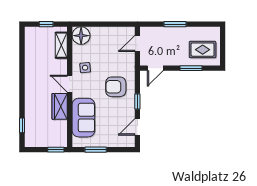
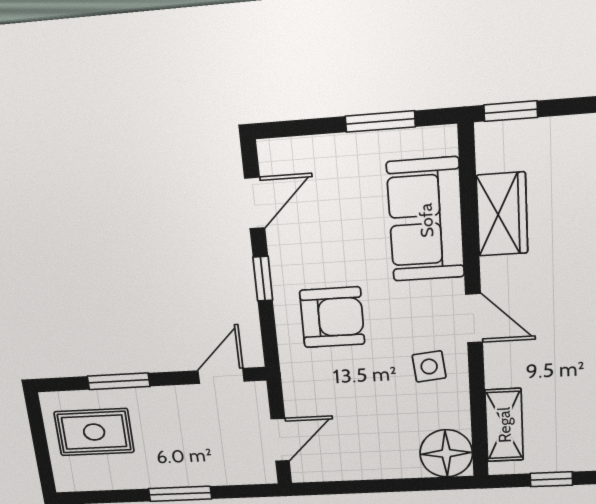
wardrobe: (60, 106) -> (502, 214), moved

